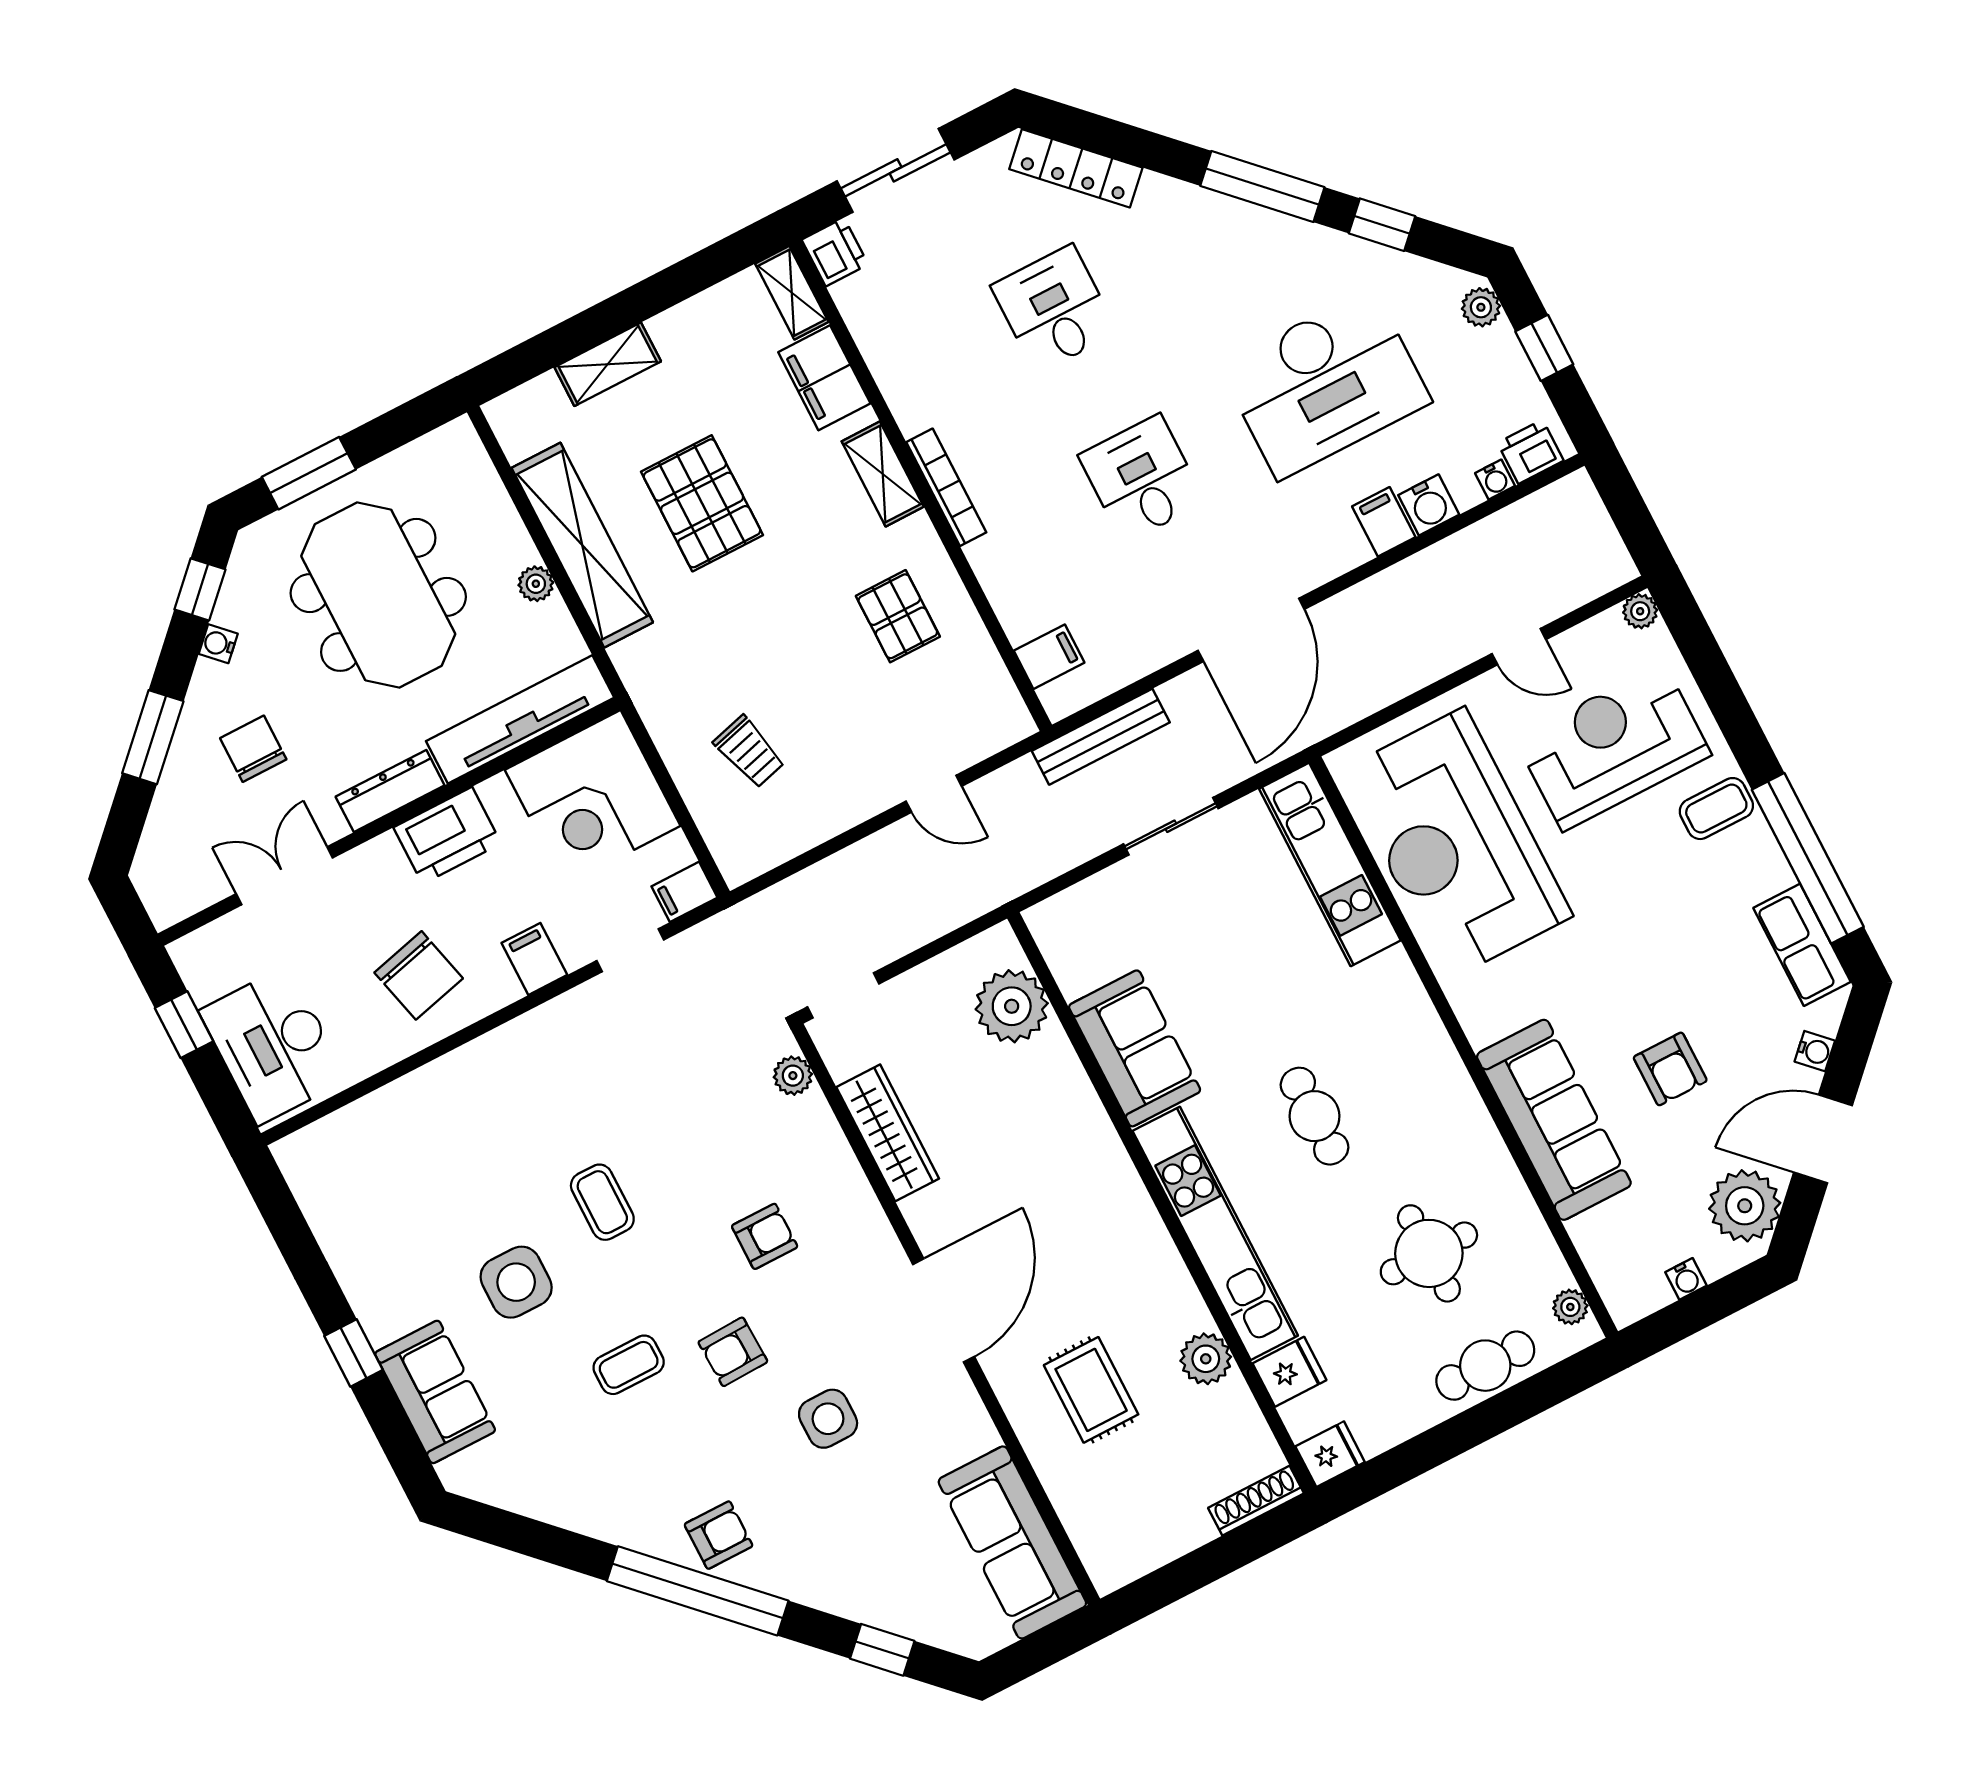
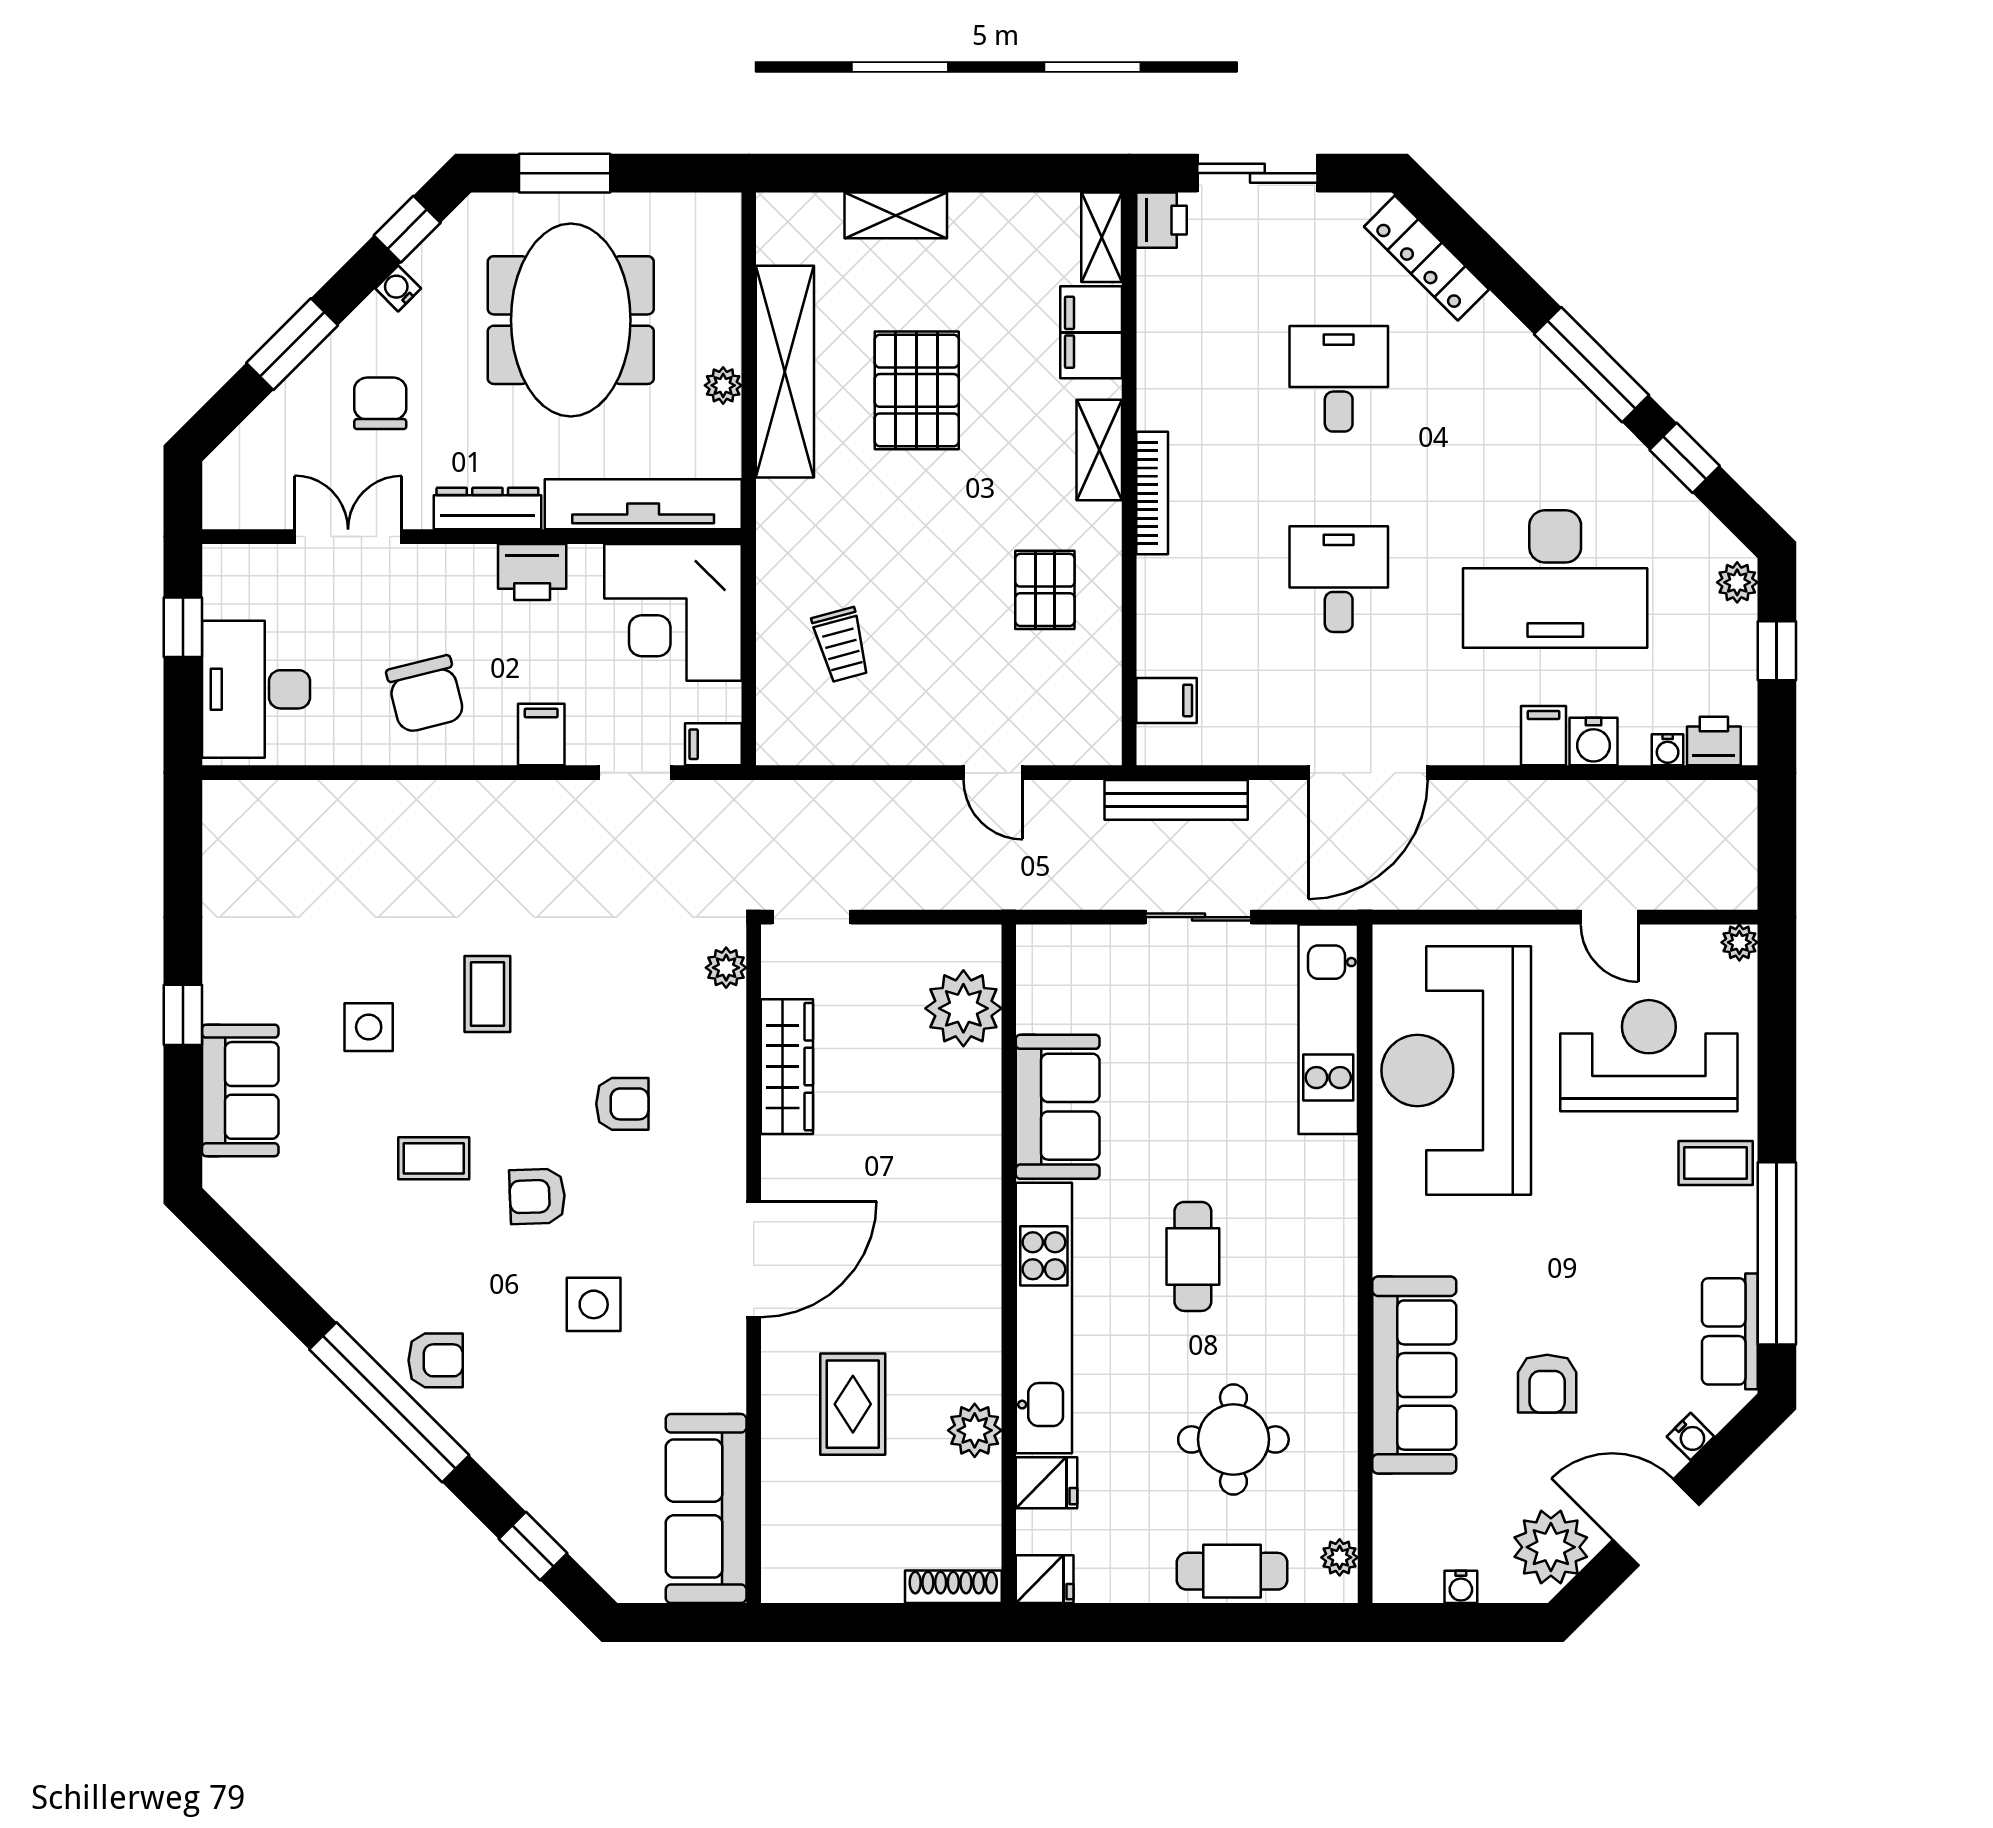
printer: (447, 835) -> (532, 572), width x0.73, depth x0.84
side table: (516, 1282) -> (369, 1027), width x0.73, depth x0.73

